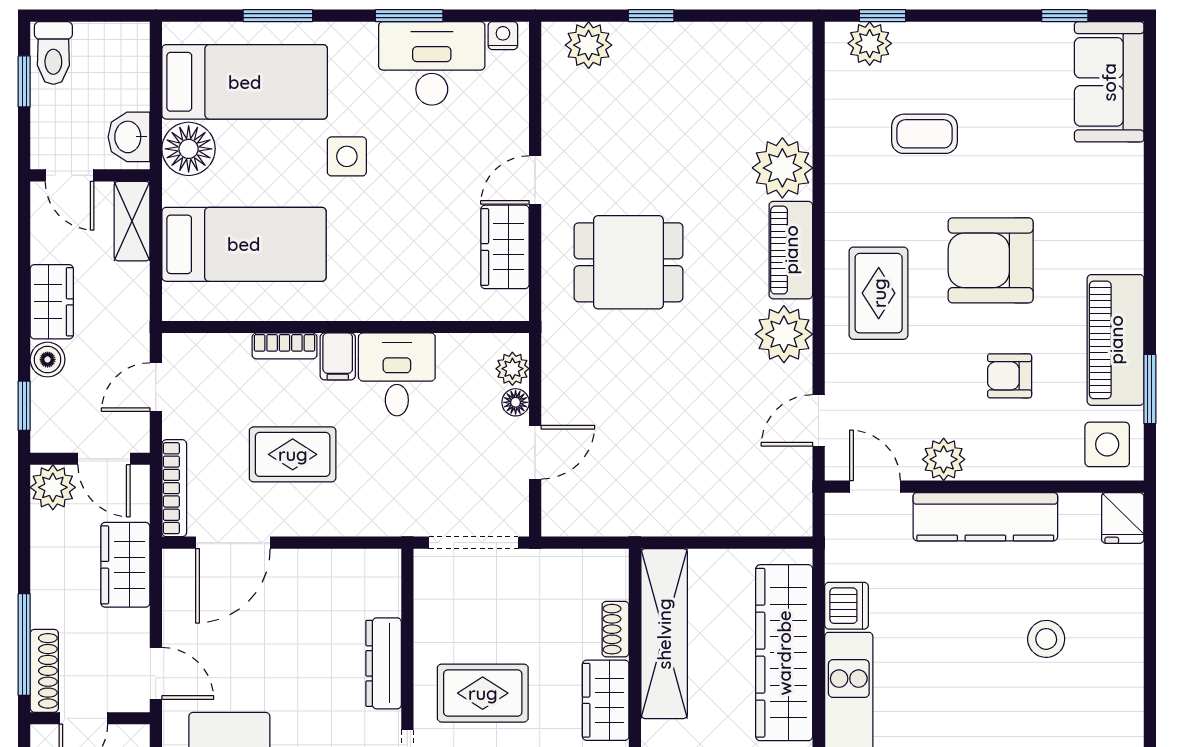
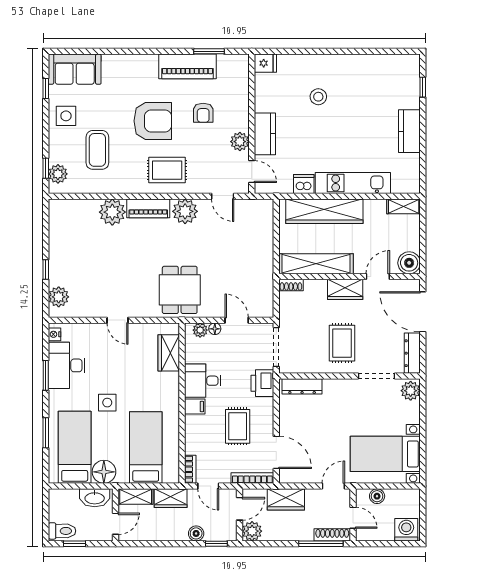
coffee table: (925, 134) -> (97, 150), width x1.36, depth x1.30
washbasin: (129, 137) -> (95, 498), width x1.38
wardrobe: (505, 247) -> (169, 353), moved, turned 90
armchair: (991, 260) -> (153, 121), turned -90
dining table: (628, 262) -> (180, 290), moved
wardrobe: (52, 302) -> (171, 498), moved, turned 180
bookcase: (285, 346) -> (190, 469), moved
side table: (1107, 444) -> (66, 116), moved
door: (875, 487) -> (252, 172), swing flipped
printer: (391, 511) -> (262, 383), added
kitchen counter: (985, 517) -> (265, 134), width x0.67
shoe rack: (616, 629) -> (291, 285), moved
dresser: (384, 663) -> (302, 386), moved

